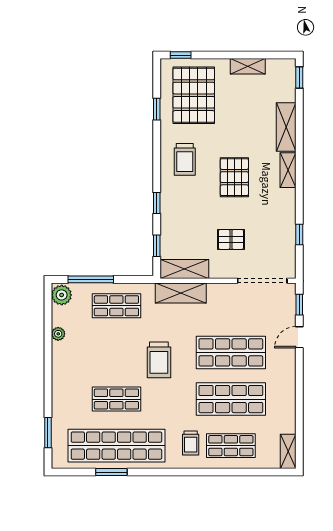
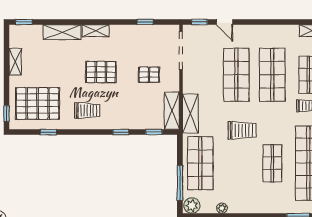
pallet: (231, 239) -> (149, 75), turned 90
shop shelf: (116, 306) -> (200, 163), width x1.43, depth x1.36

